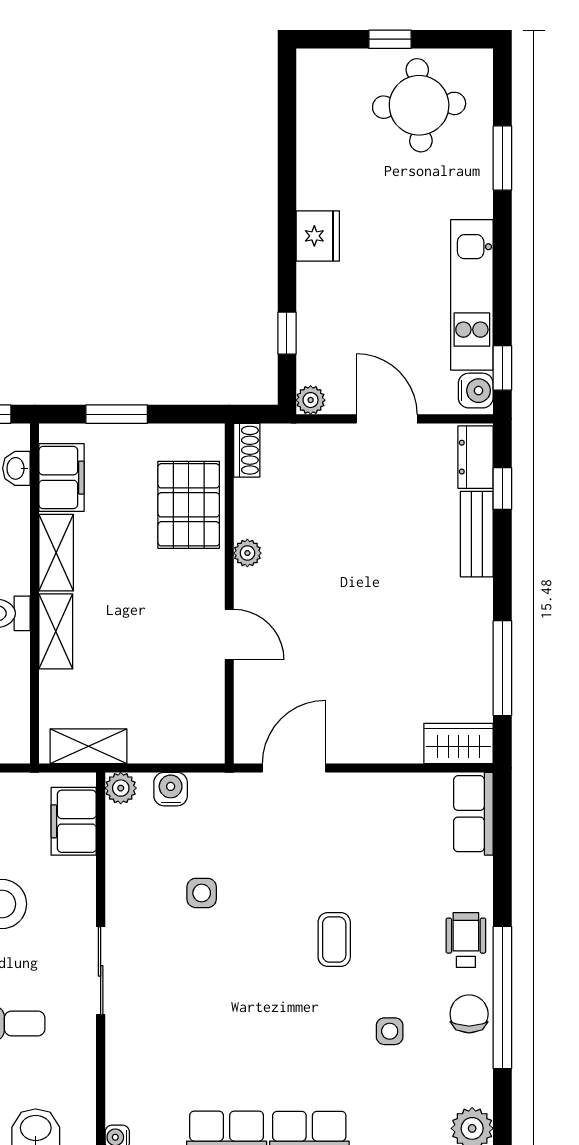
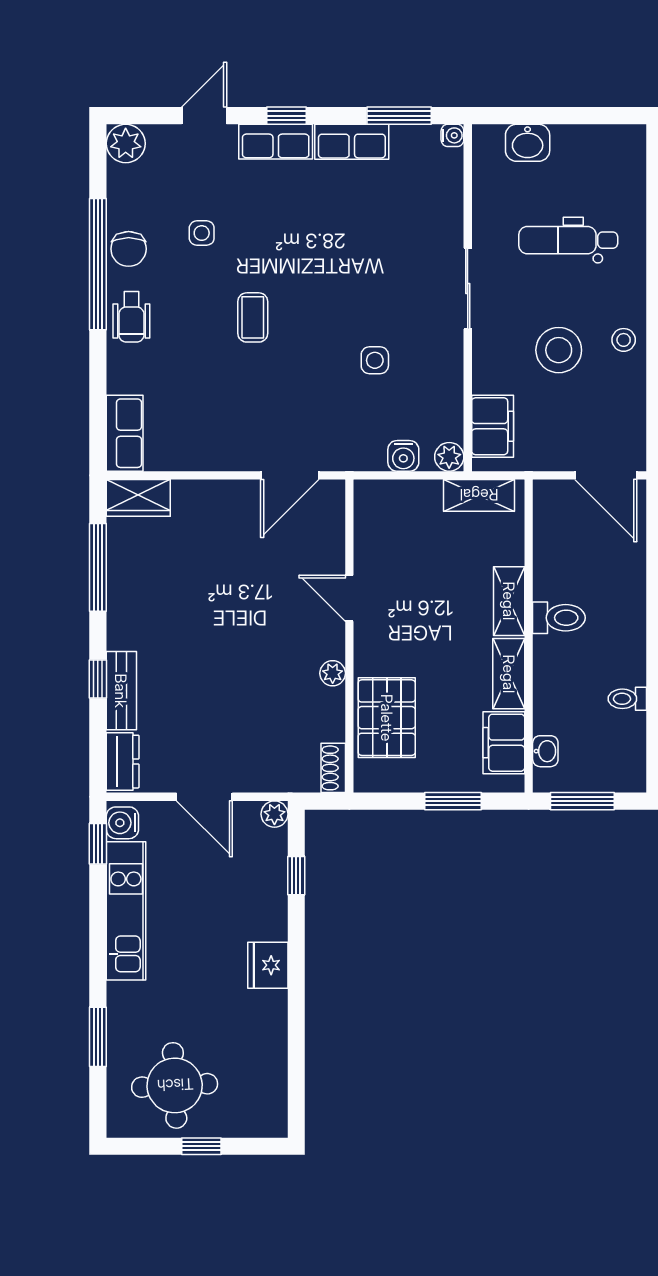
window: (502, 489) -> (98, 679), moved

